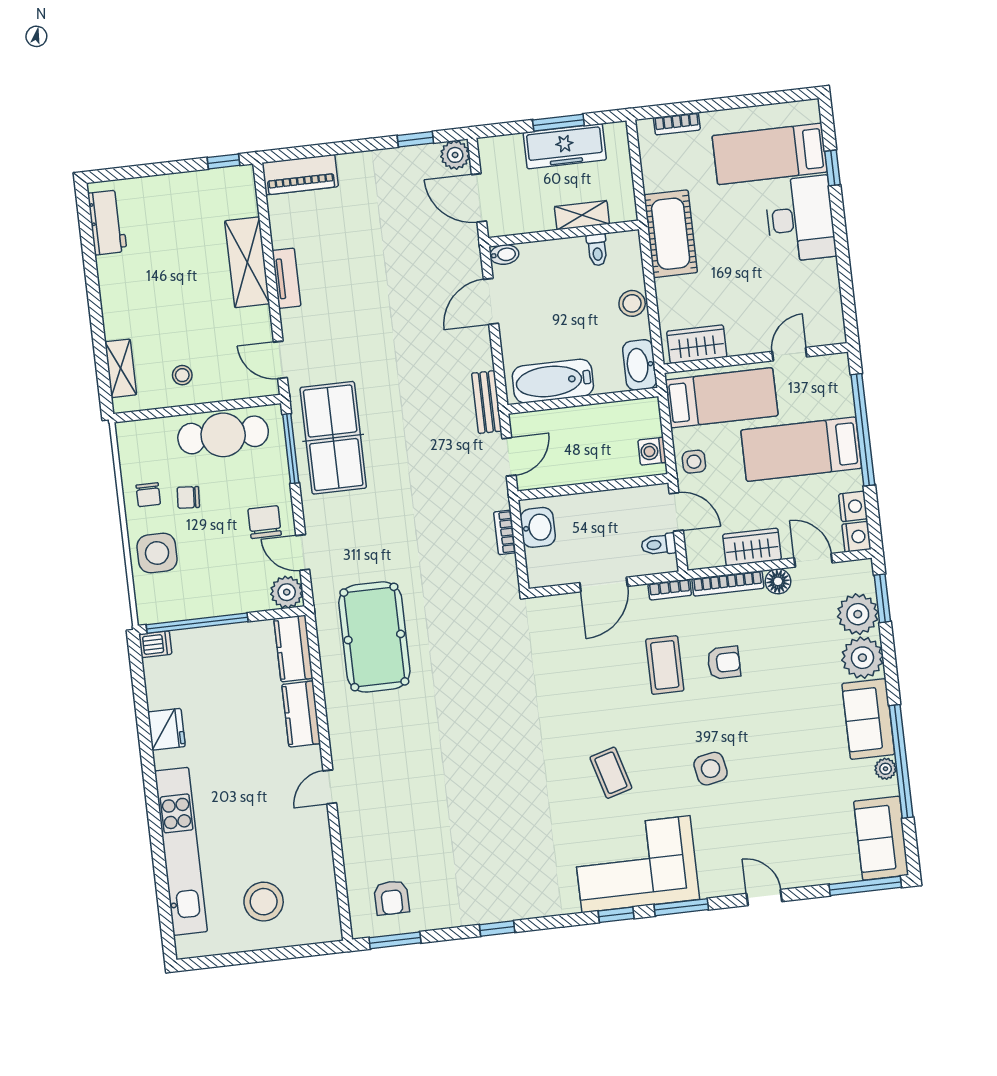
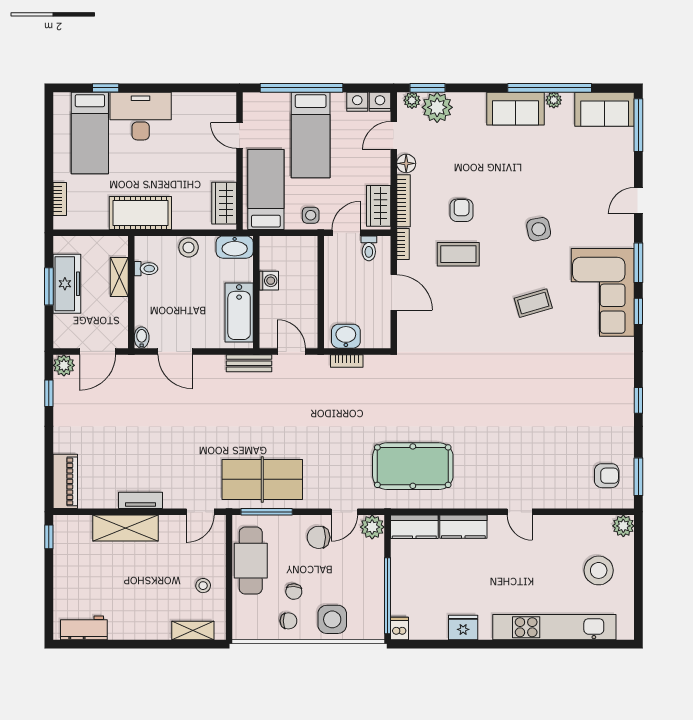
washing machine: (652, 451) -> (269, 281), moved, turned -90
wardrobe: (752, 547) -> (379, 206), moved
plant: (862, 658) -> (412, 100), moved, width x0.53, depth x0.53
plant: (327, 928) -> (623, 526), added

